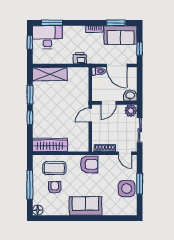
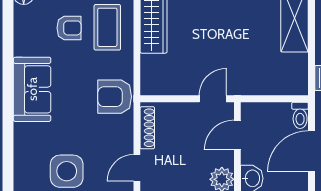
door: (108, 103) -> (237, 135), hinge flipped
door: (90, 115) -> (213, 99), hinge flipped
armchair: (89, 164) -> (115, 97), turned 90

